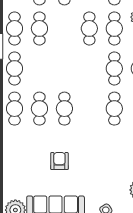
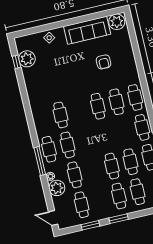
cafe table: (89, 28) -> (112, 166), moved
armchair: (59, 161) -> (104, 62), moved

